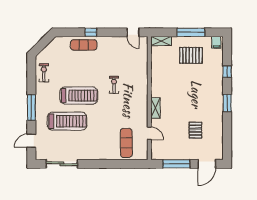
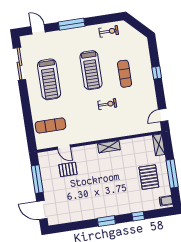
exercise mat: (84, 45) -> (125, 74), moved
shelving: (156, 108) -> (109, 147), moved
treadmill: (67, 121) -> (49, 79), moved
pallet: (195, 130) -> (68, 169), moved
door: (149, 133) -> (64, 147), hinge flipped

